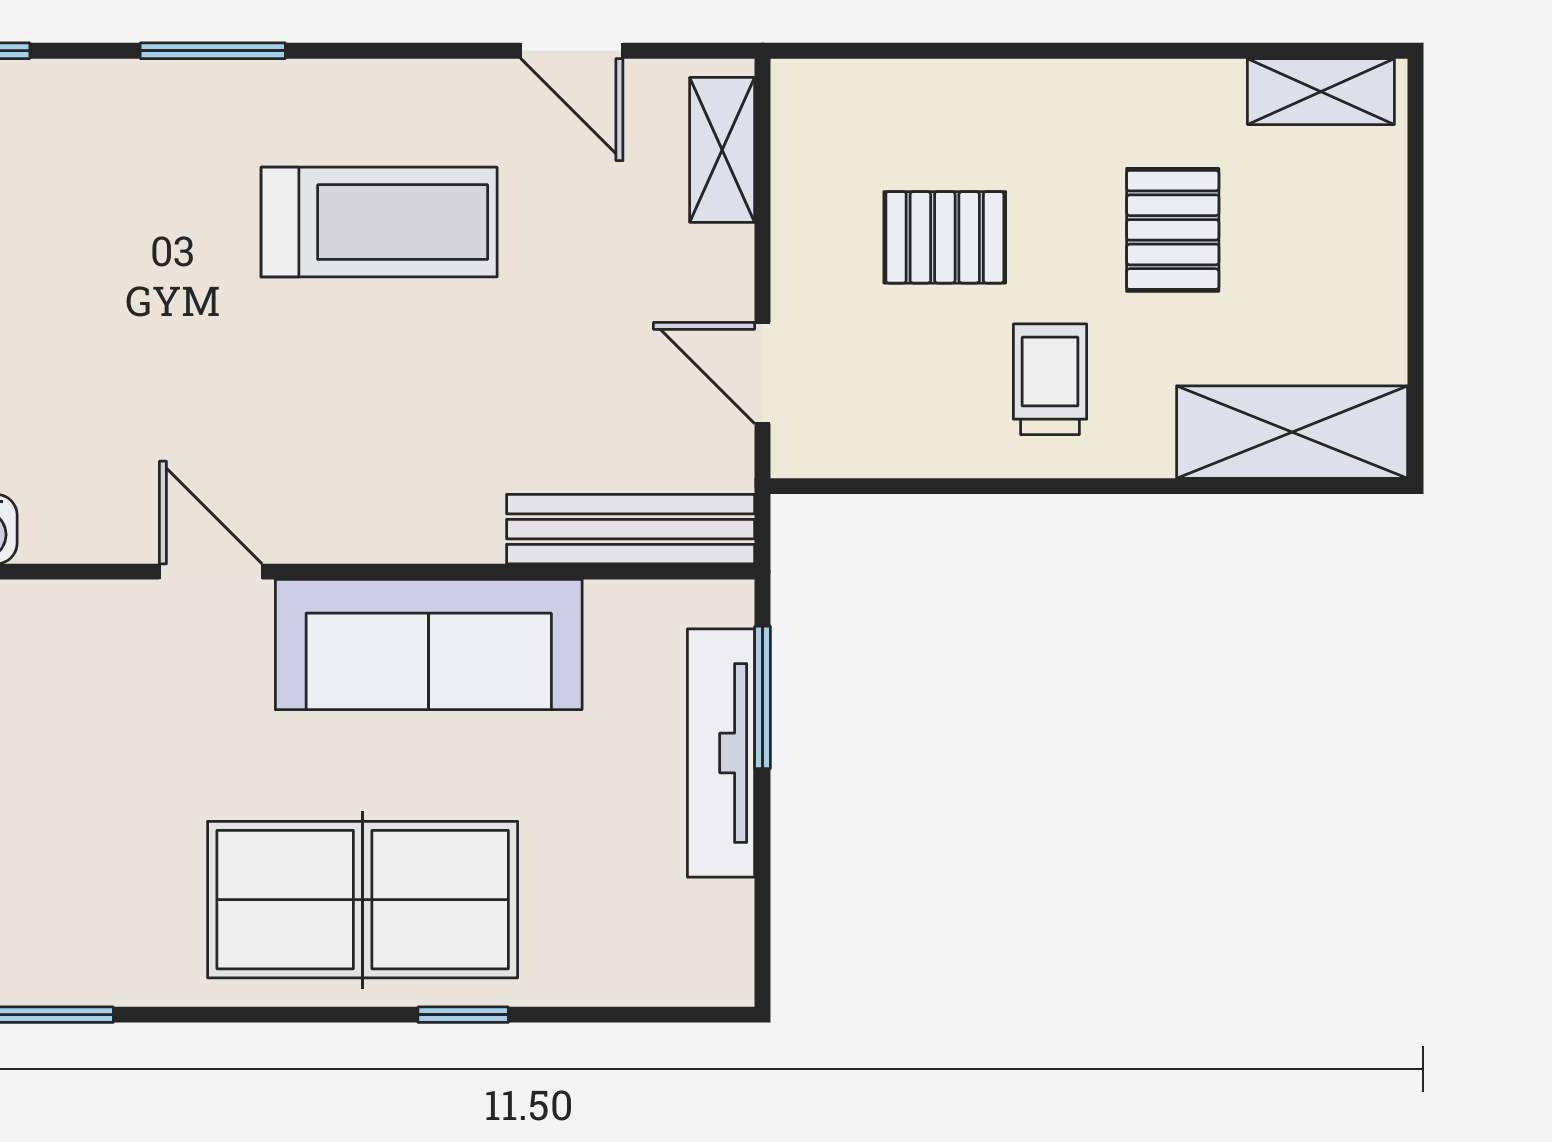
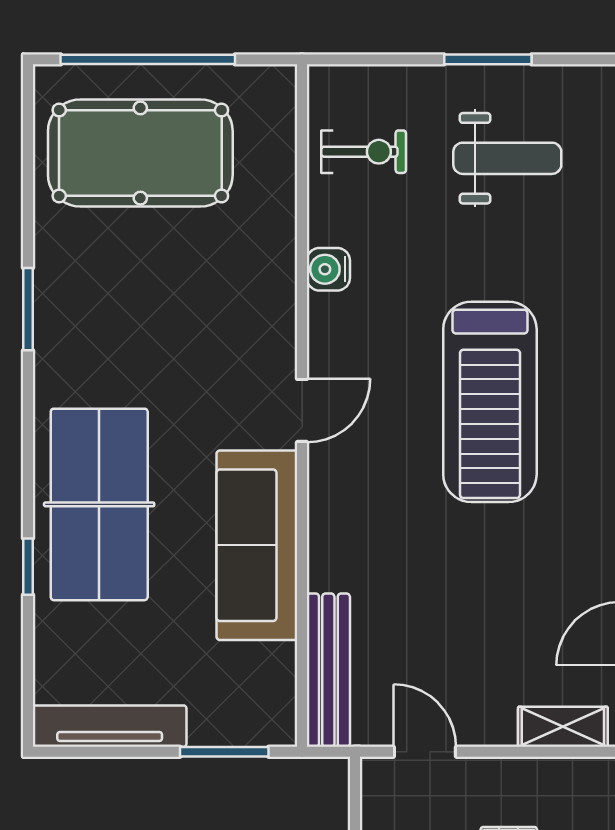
treadmill: (379, 222) -> (490, 402), moved, width x1.37, depth x1.38
door: (762, 373) -> (425, 752), hinge flipped
tv unit: (721, 753) -> (110, 726), moved

